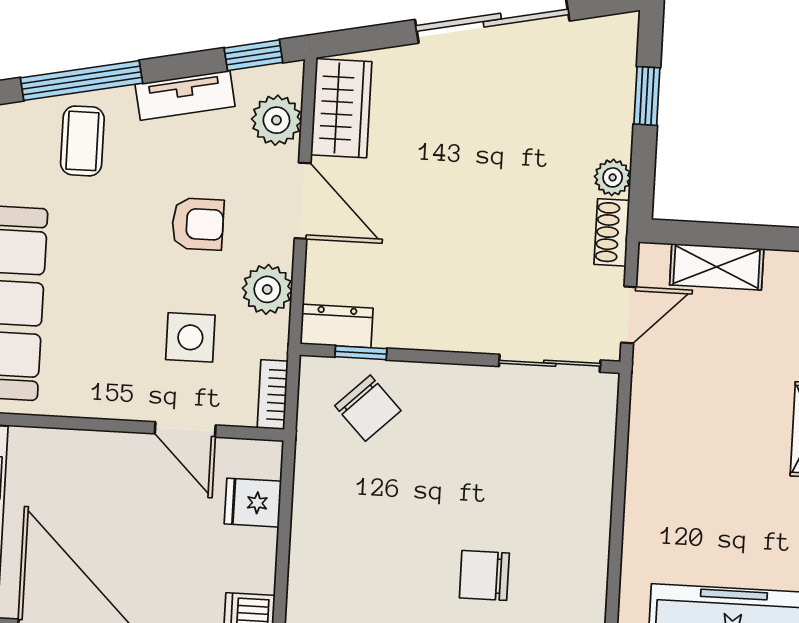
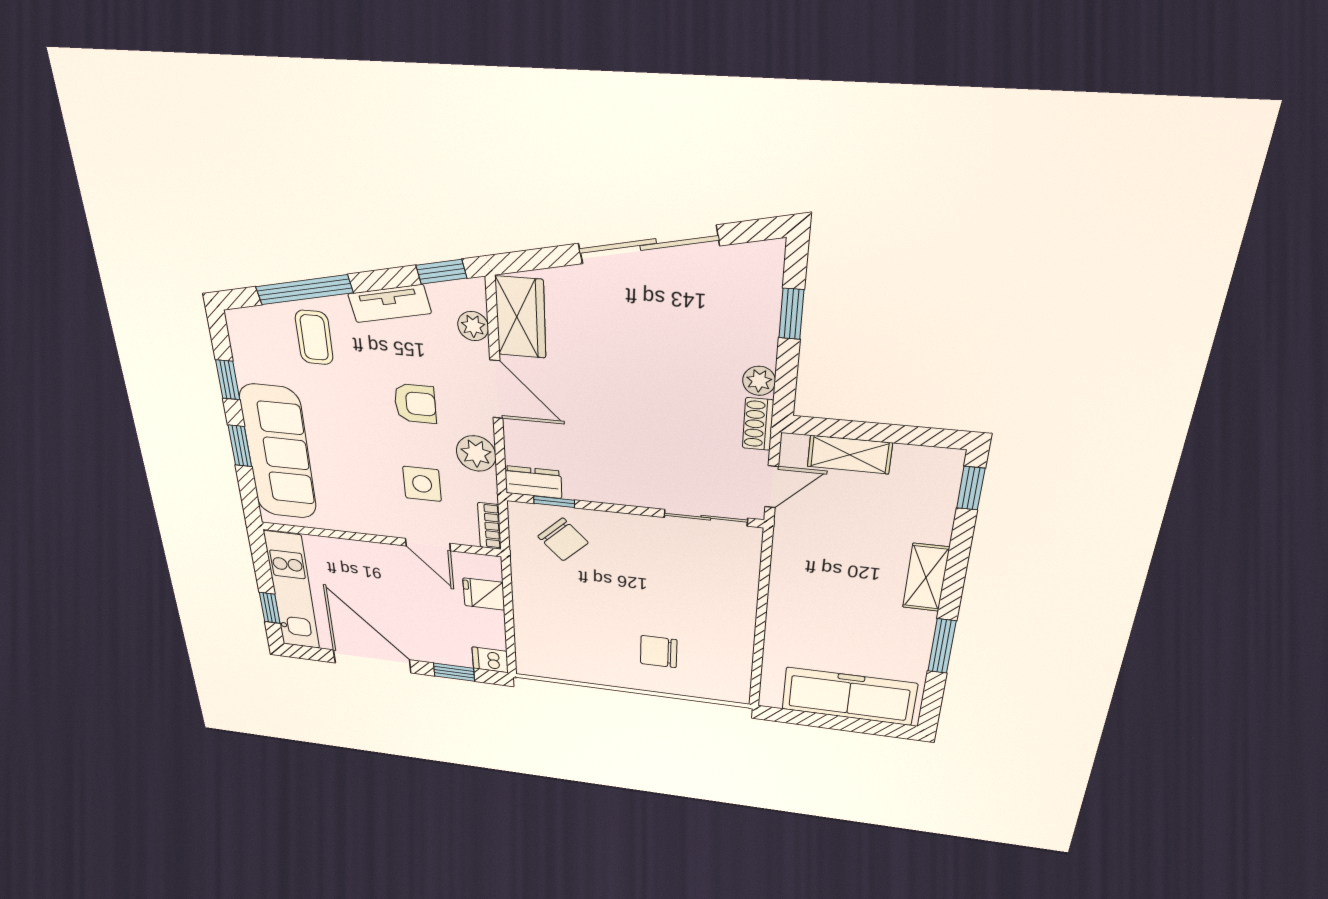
plant: (276, 120) -> (473, 326), width x0.73, depth x0.73

